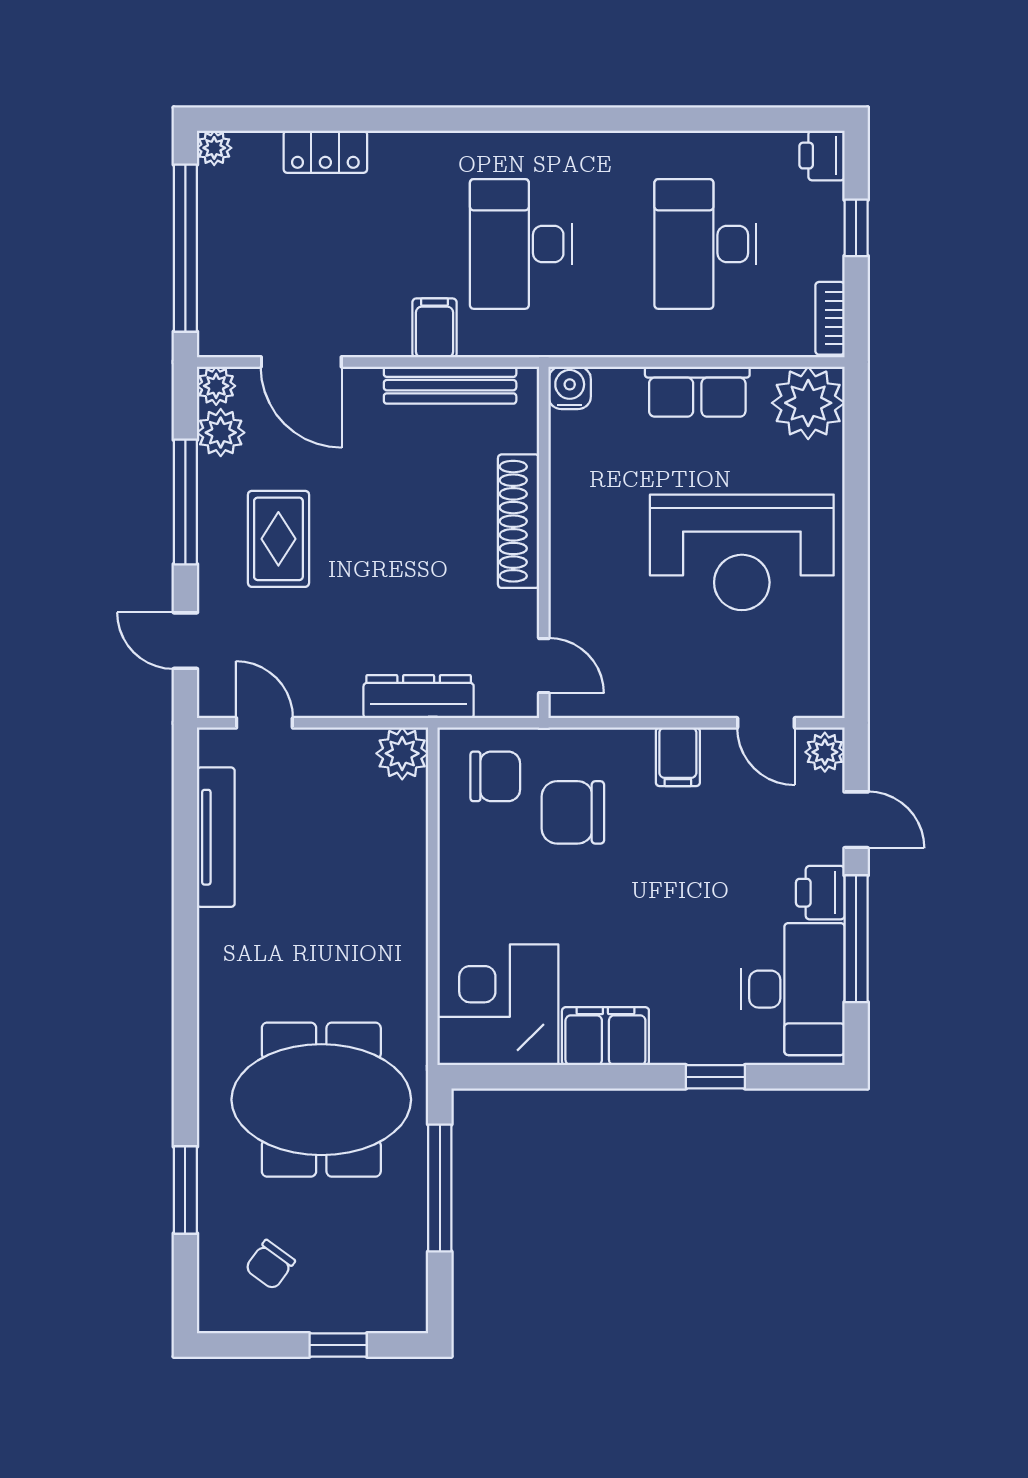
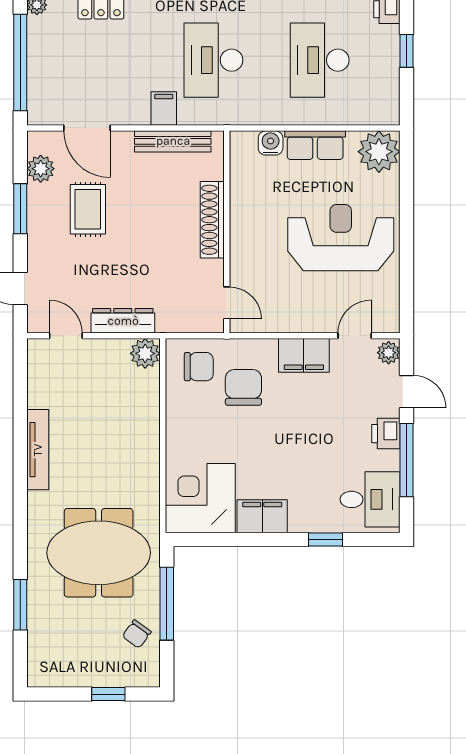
bookcase: (830, 318) -> (391, 103), removed
plant: (216, 386) -> (38, 142), removed
water cooler: (570, 388) -> (271, 143), moved
window: (185, 502) -> (20, 209), width x0.69
rug: (278, 539) -> (88, 209), moved
reception desk: (742, 552) -> (341, 238), turned 180
dresser: (419, 697) -> (123, 321), moved
door: (766, 723) -> (355, 336), swing flipped
filing cabinet: (678, 757) -> (304, 355), width x2.00
chair: (573, 812) -> (243, 387), turned 90
tv unit: (216, 837) -> (38, 450), moved
desk: (793, 989) -> (370, 499), width x0.73
chair: (270, 1265) -> (137, 634), moved

